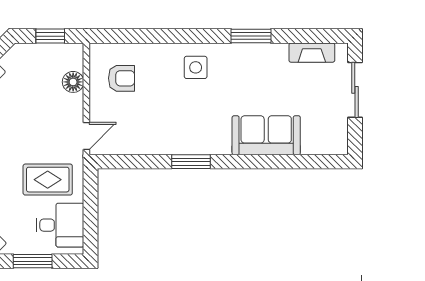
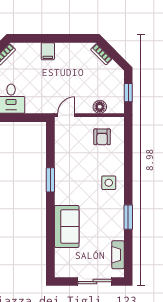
door: (86, 136) -> (66, 115), swing flipped
rug: (48, 180) -> (39, 91), removed

